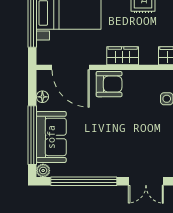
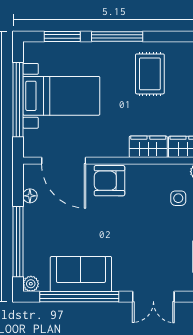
wardrobe: (123, 56) -> (148, 147), moved
armchair: (109, 84) -> (109, 181), turned 180
sofa: (51, 137) -> (81, 274), moved, turned -90

